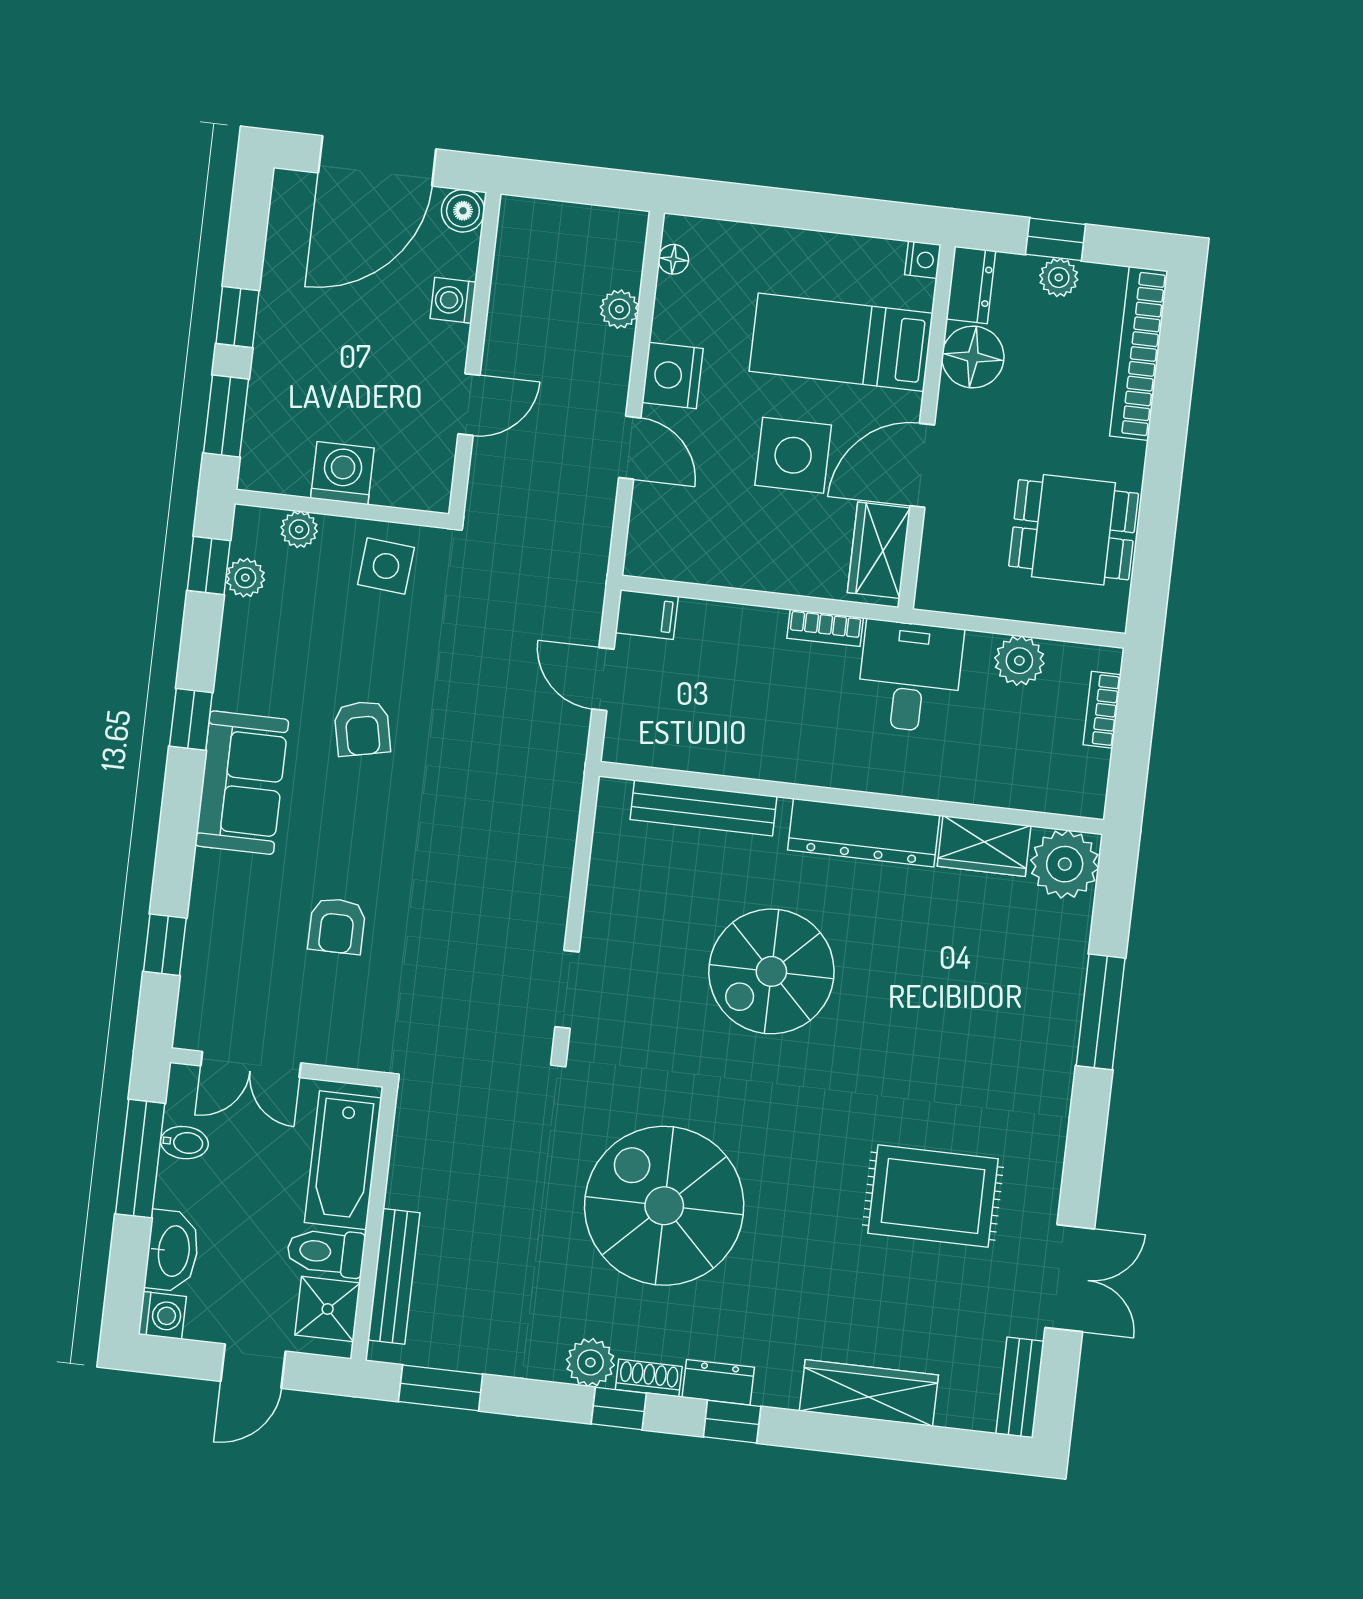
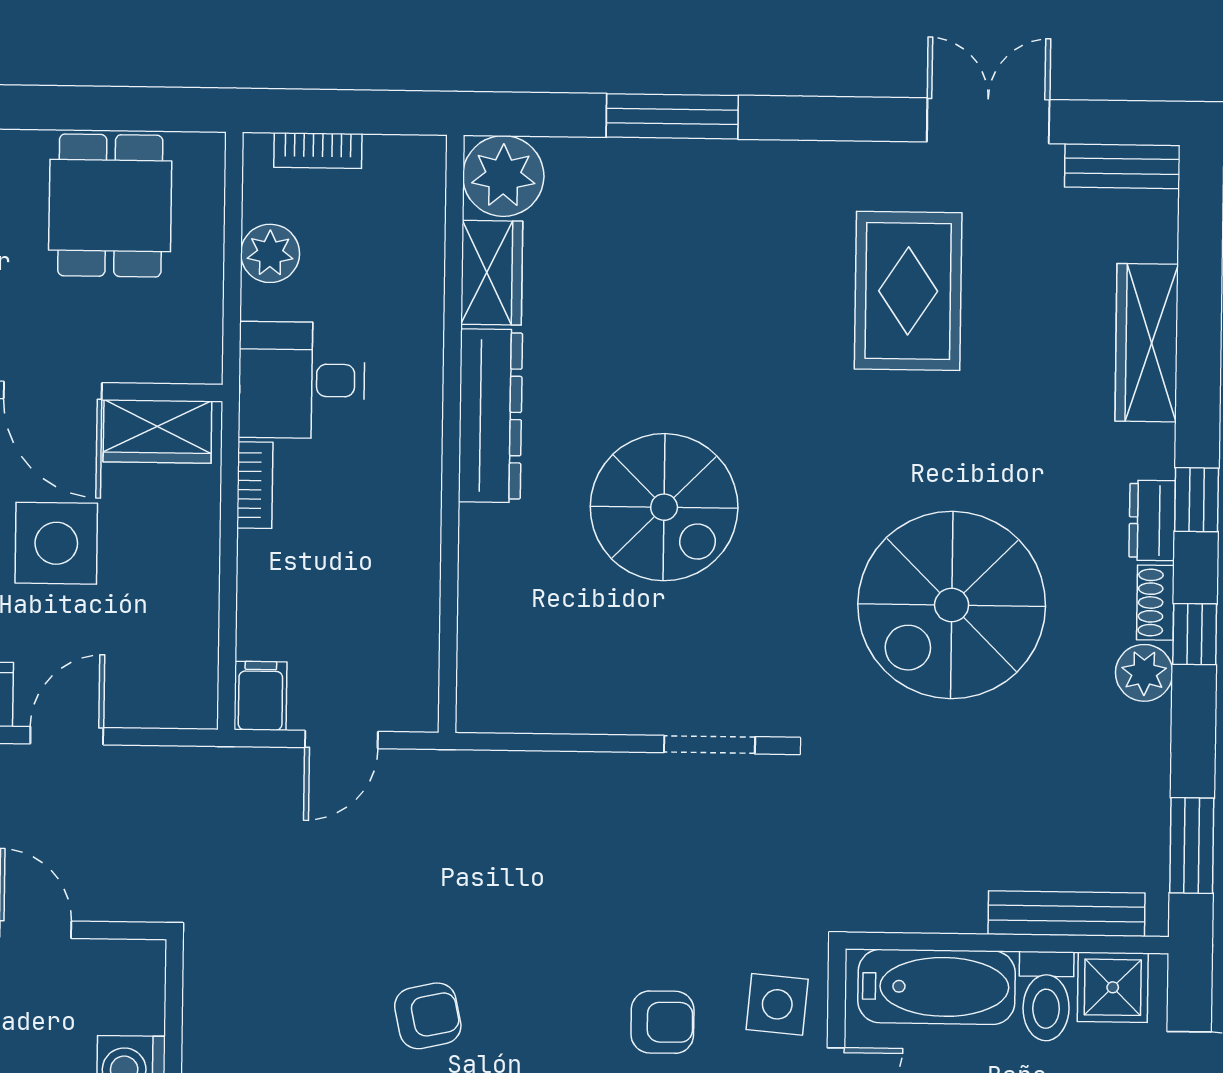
side table: (386, 566) -> (777, 1004), moved
bench: (703, 808) -> (480, 606), removed

